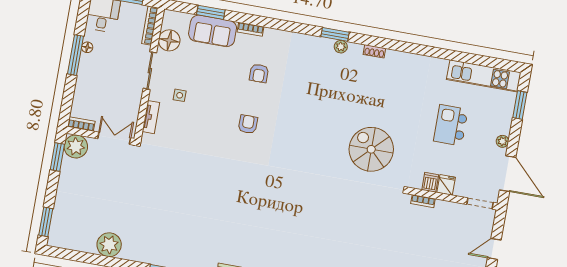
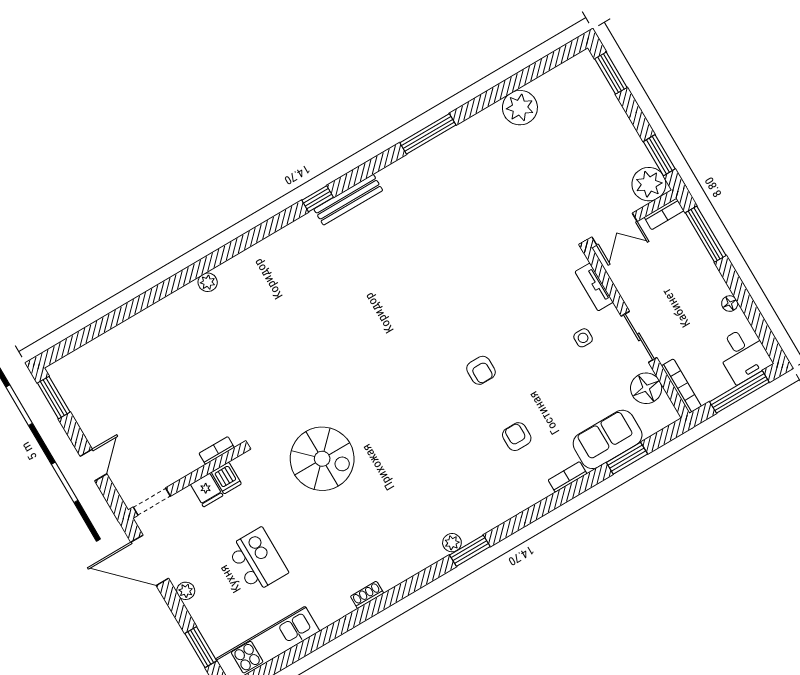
shoe rack: (374, 51) -> (367, 595), moved
window: (75, 55) -> (706, 234), moved

